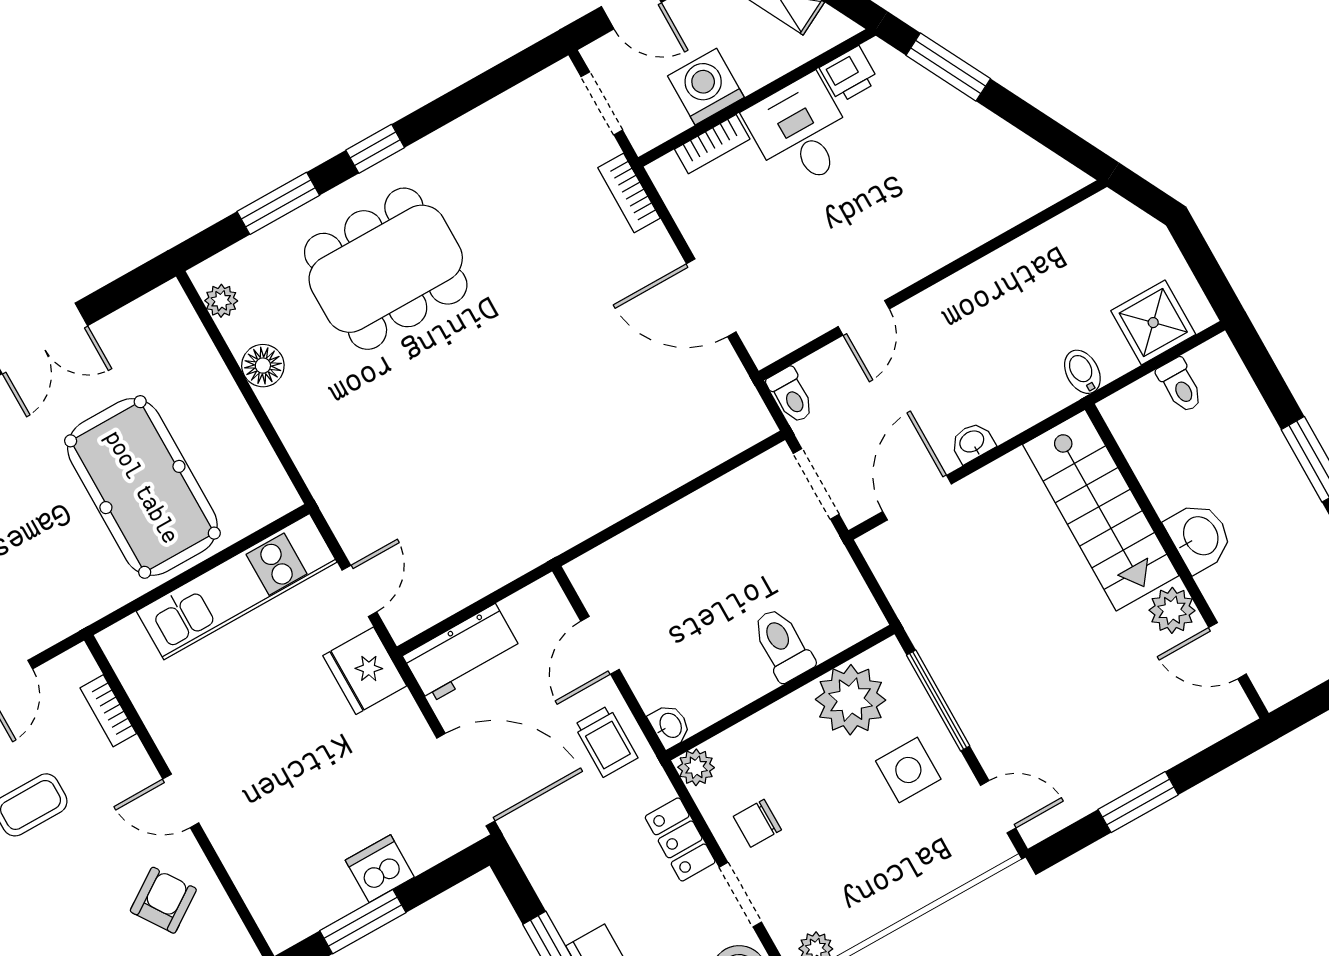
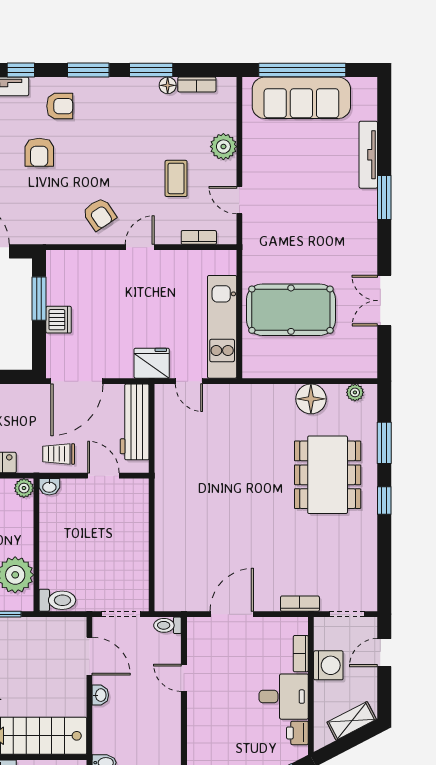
floor lamp: (263, 366) -> (311, 399), width x1.38, depth x1.38
toilet: (782, 645) -> (57, 600), moved
workbench: (462, 654) -> (135, 422), width x1.38

